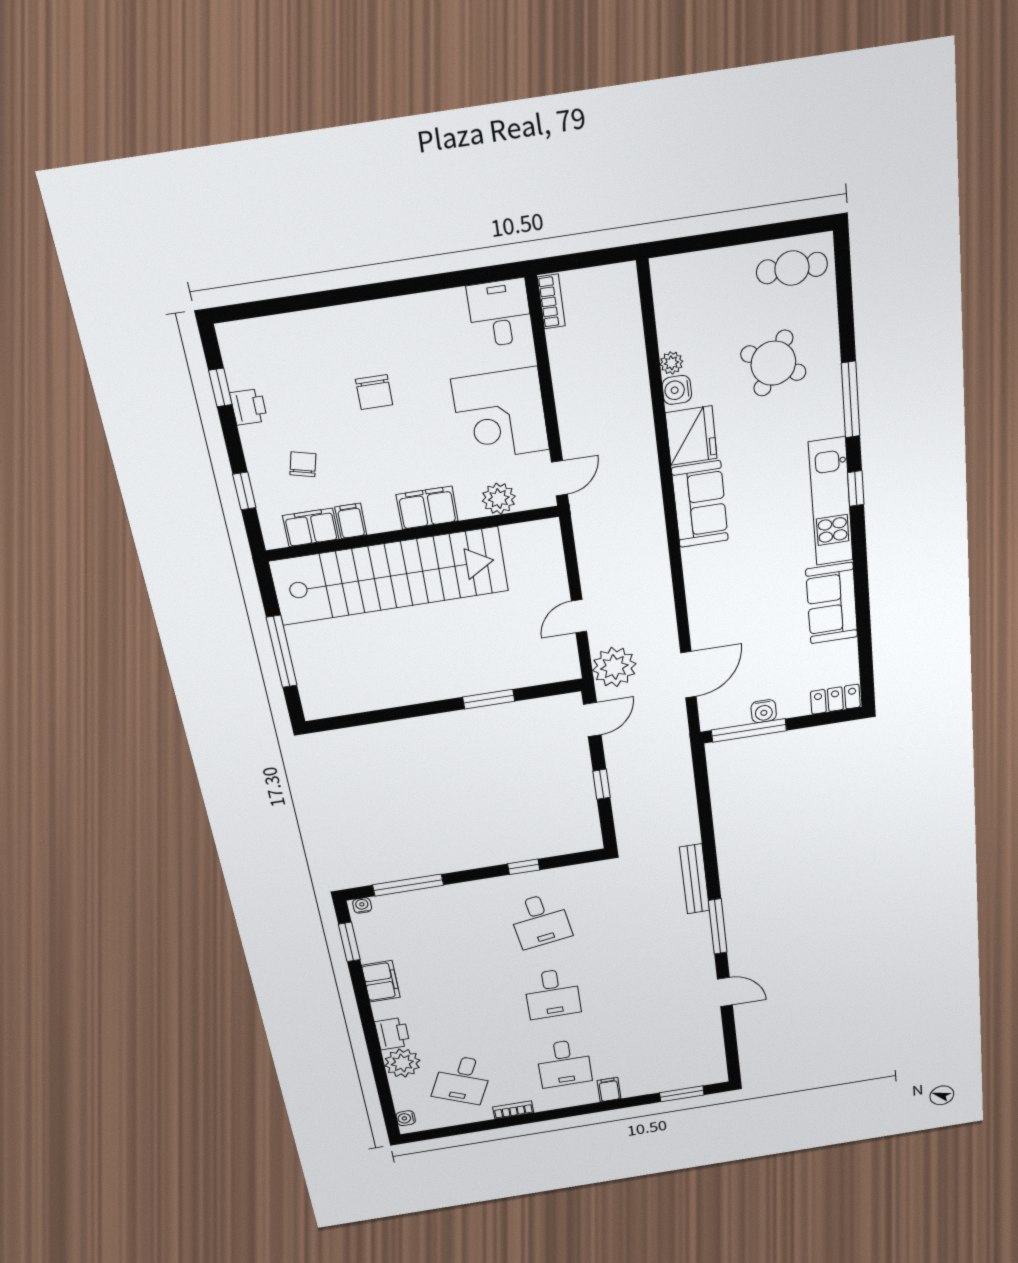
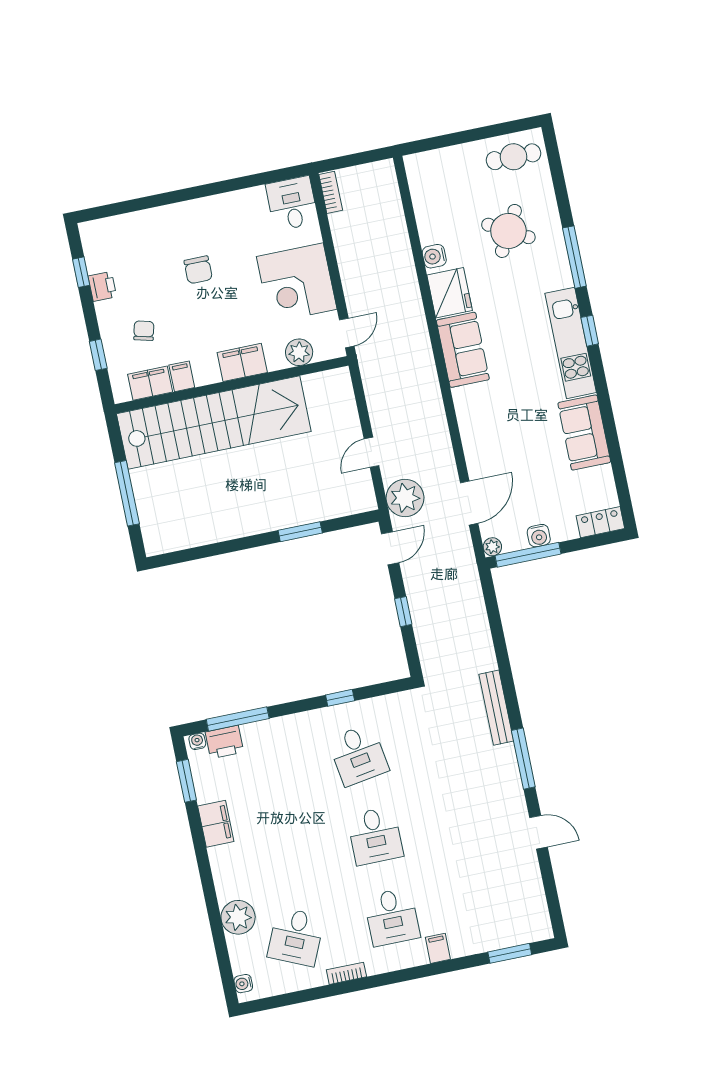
plant: (671, 363) -> (492, 547), moved
printer: (392, 1034) -> (224, 742), moved, turned 90

